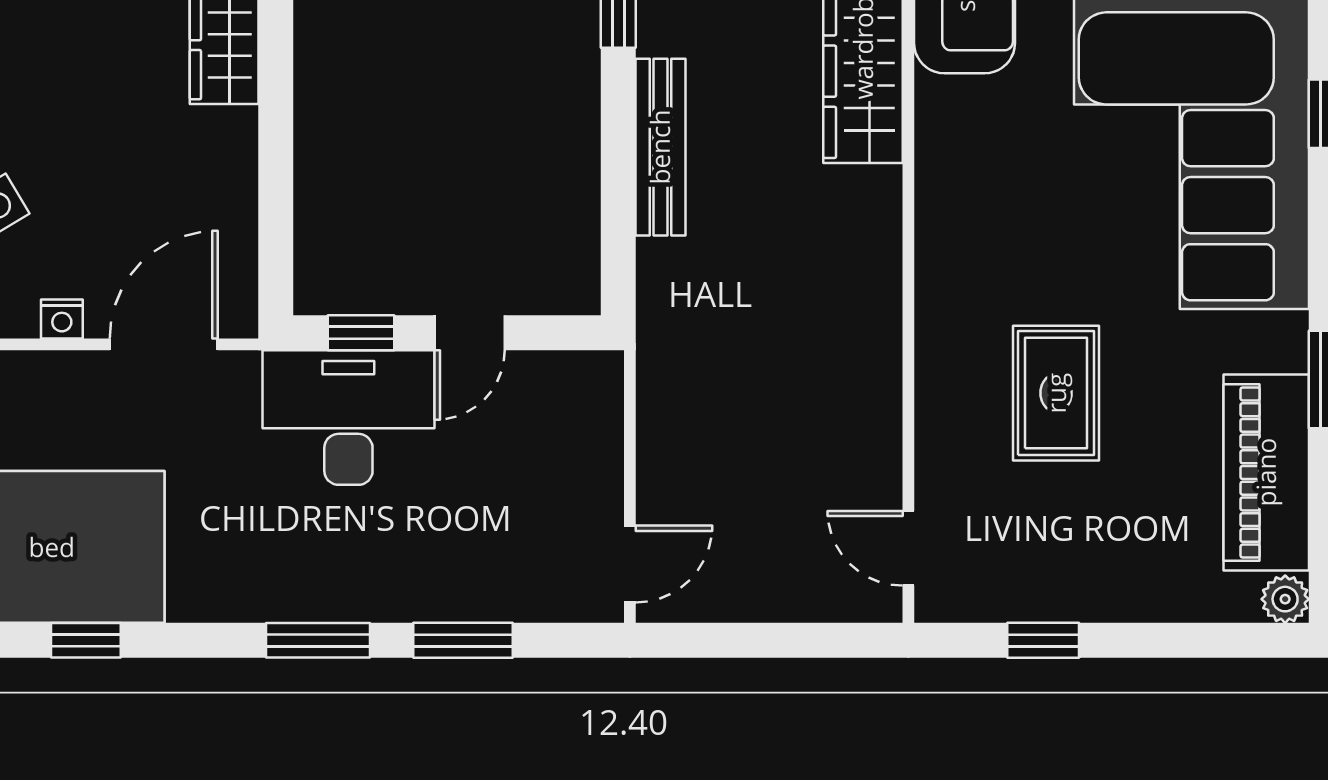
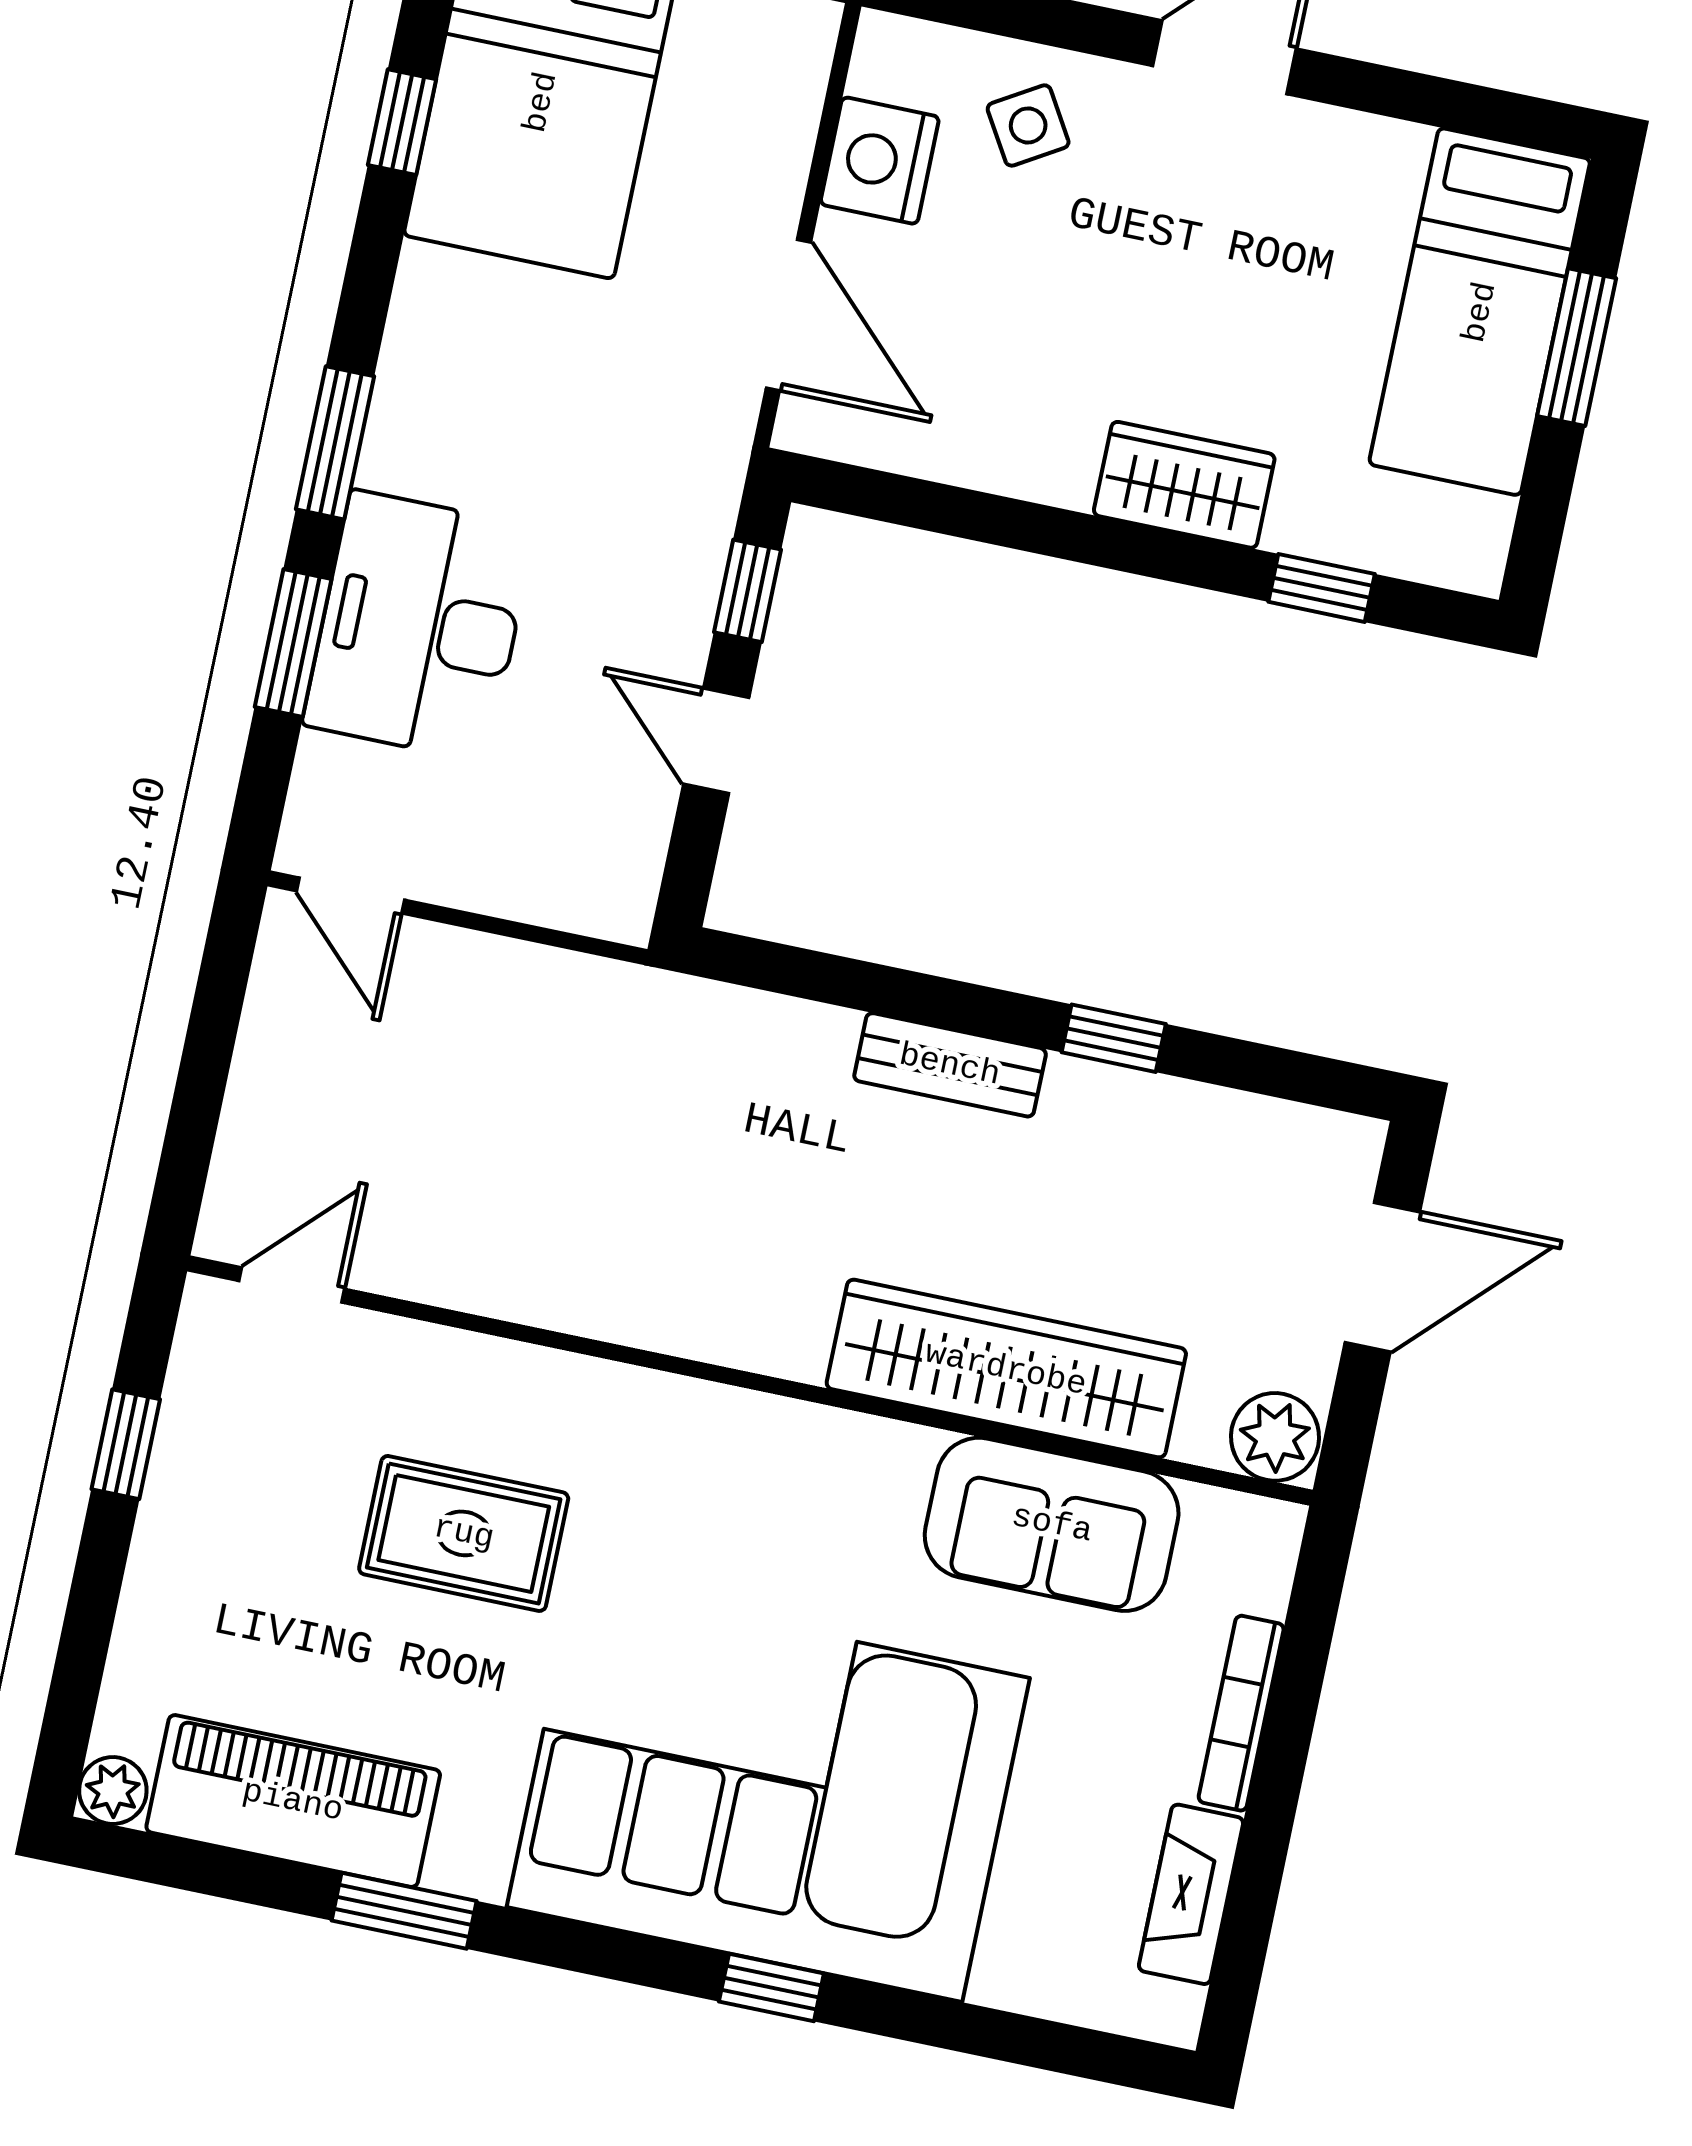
bench: (660, 147) -> (950, 1065), width x0.73
nightstand: (62, 319) -> (880, 161), width x1.89, depth x1.79
desk: (348, 418) -> (419, 626), moved, turned 180

